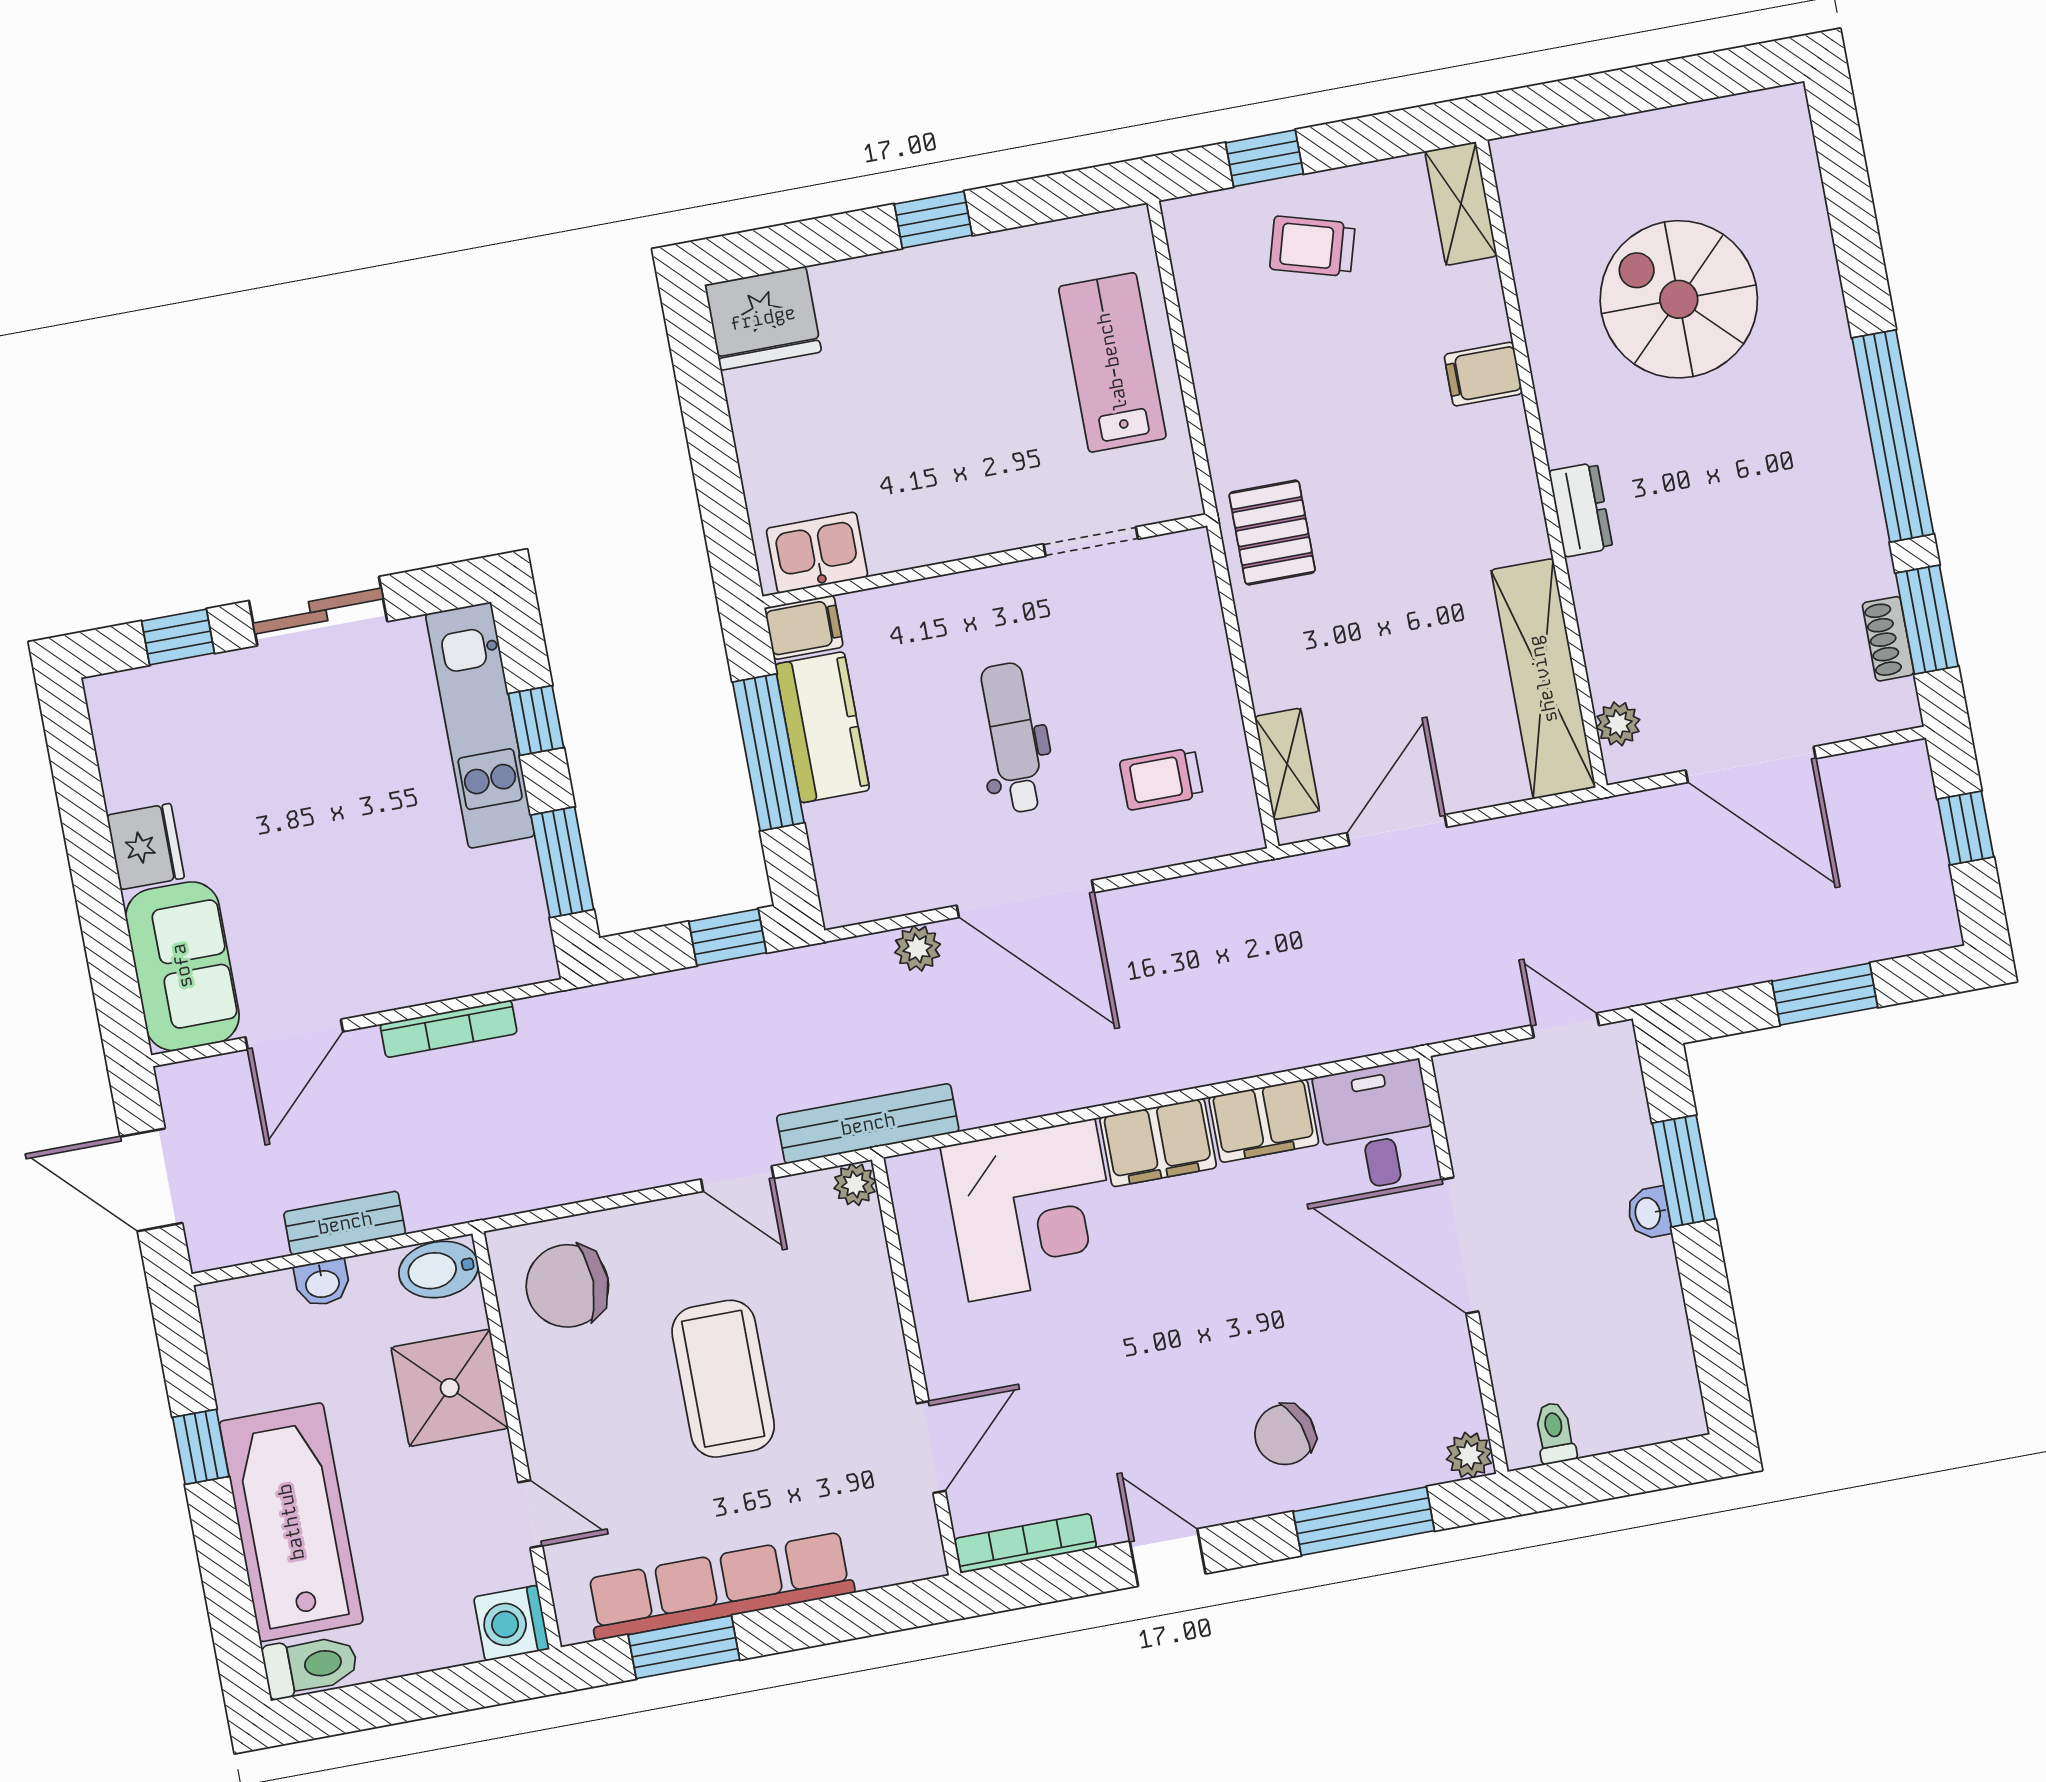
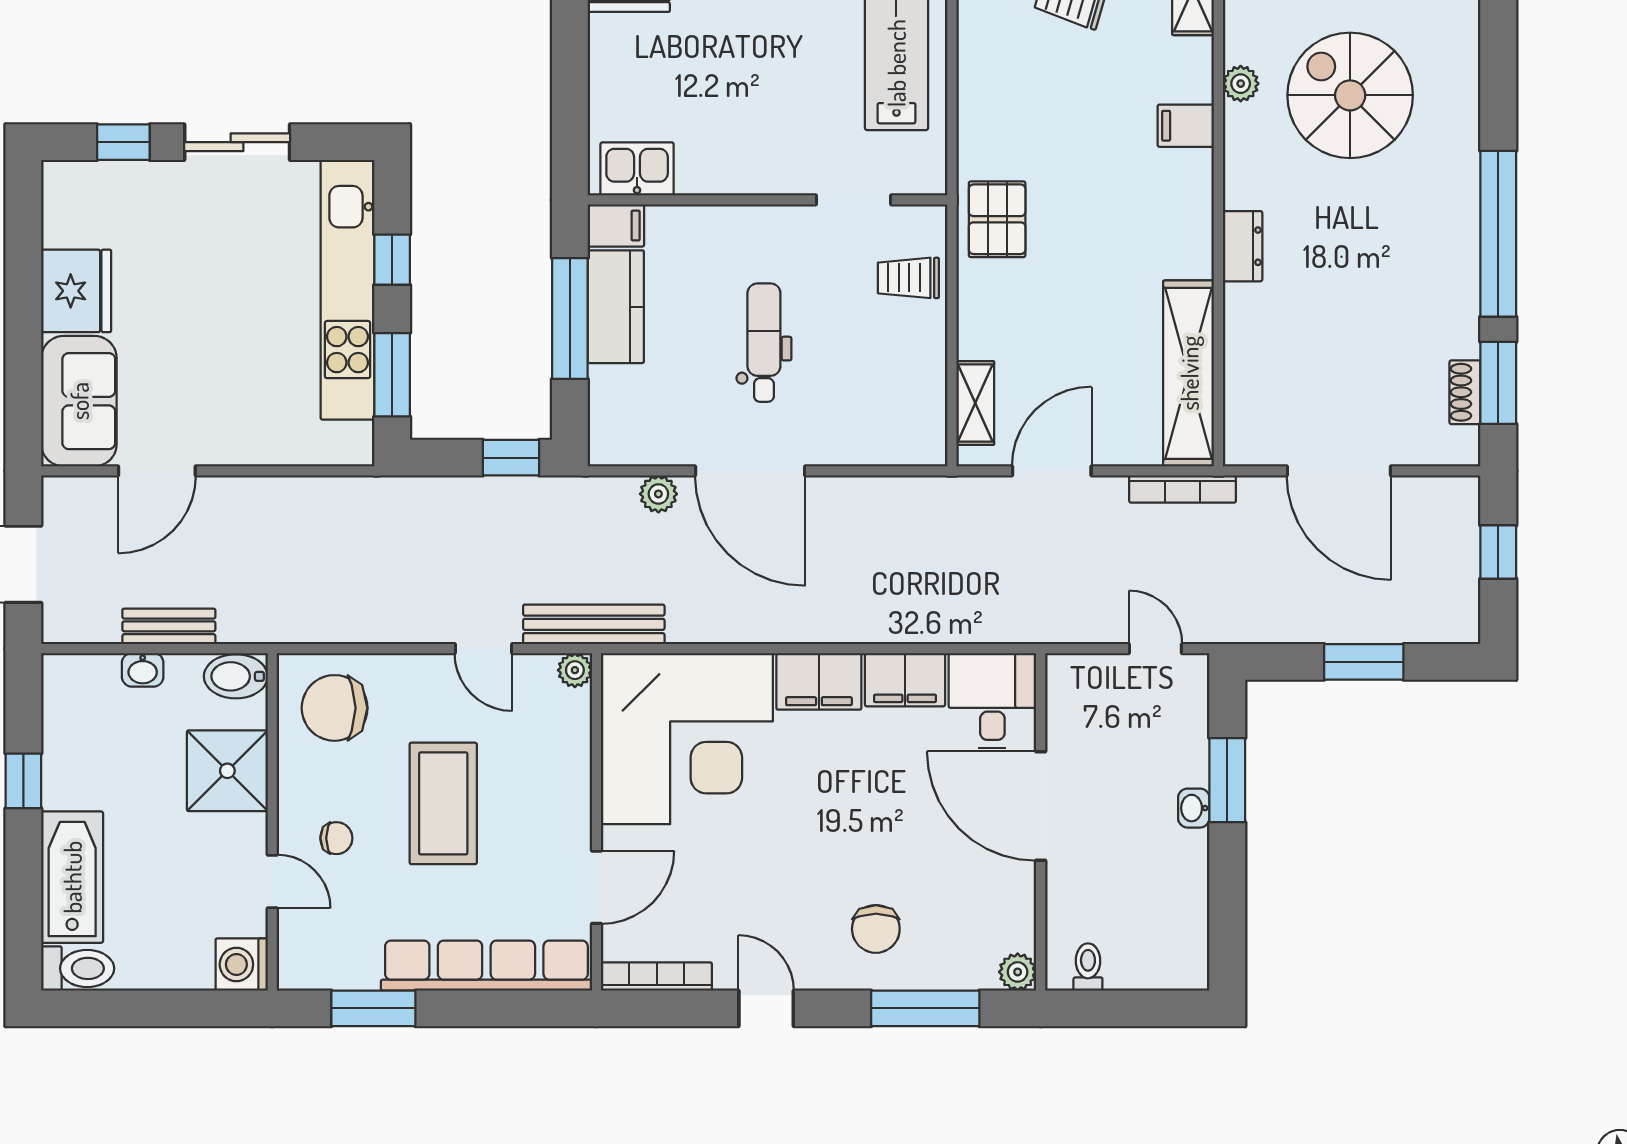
plant: (1618, 724) -> (1241, 84), moved
kitchen unit: (480, 725) -> (348, 290), width x1.36
trolley: (1161, 779) -> (908, 278), moved
fridge: (145, 847) -> (76, 291), width x1.36, depth x1.34
bookcase: (449, 1029) -> (1183, 489), moved
corner desk: (1032, 1210) -> (687, 739), width x1.36, depth x1.36
chair: (1285, 1435) -> (876, 929), turned -68
chair: (599, 1446) -> (336, 838), added
bathtub: (291, 1522) -> (72, 877), width x0.73, depth x0.73
row of seats: (720, 1586) -> (486, 966), moved

